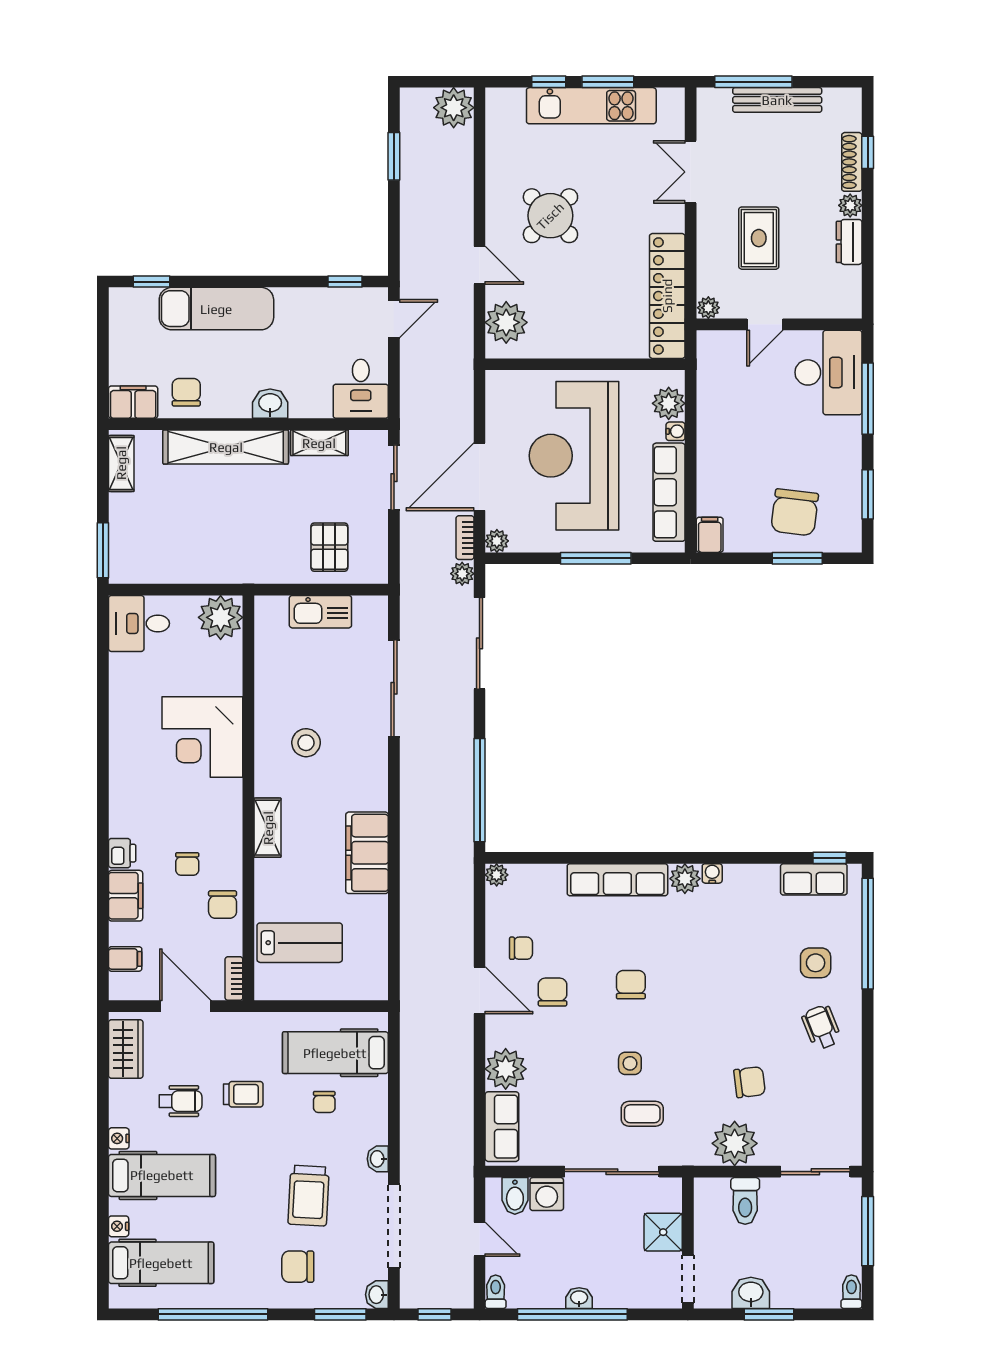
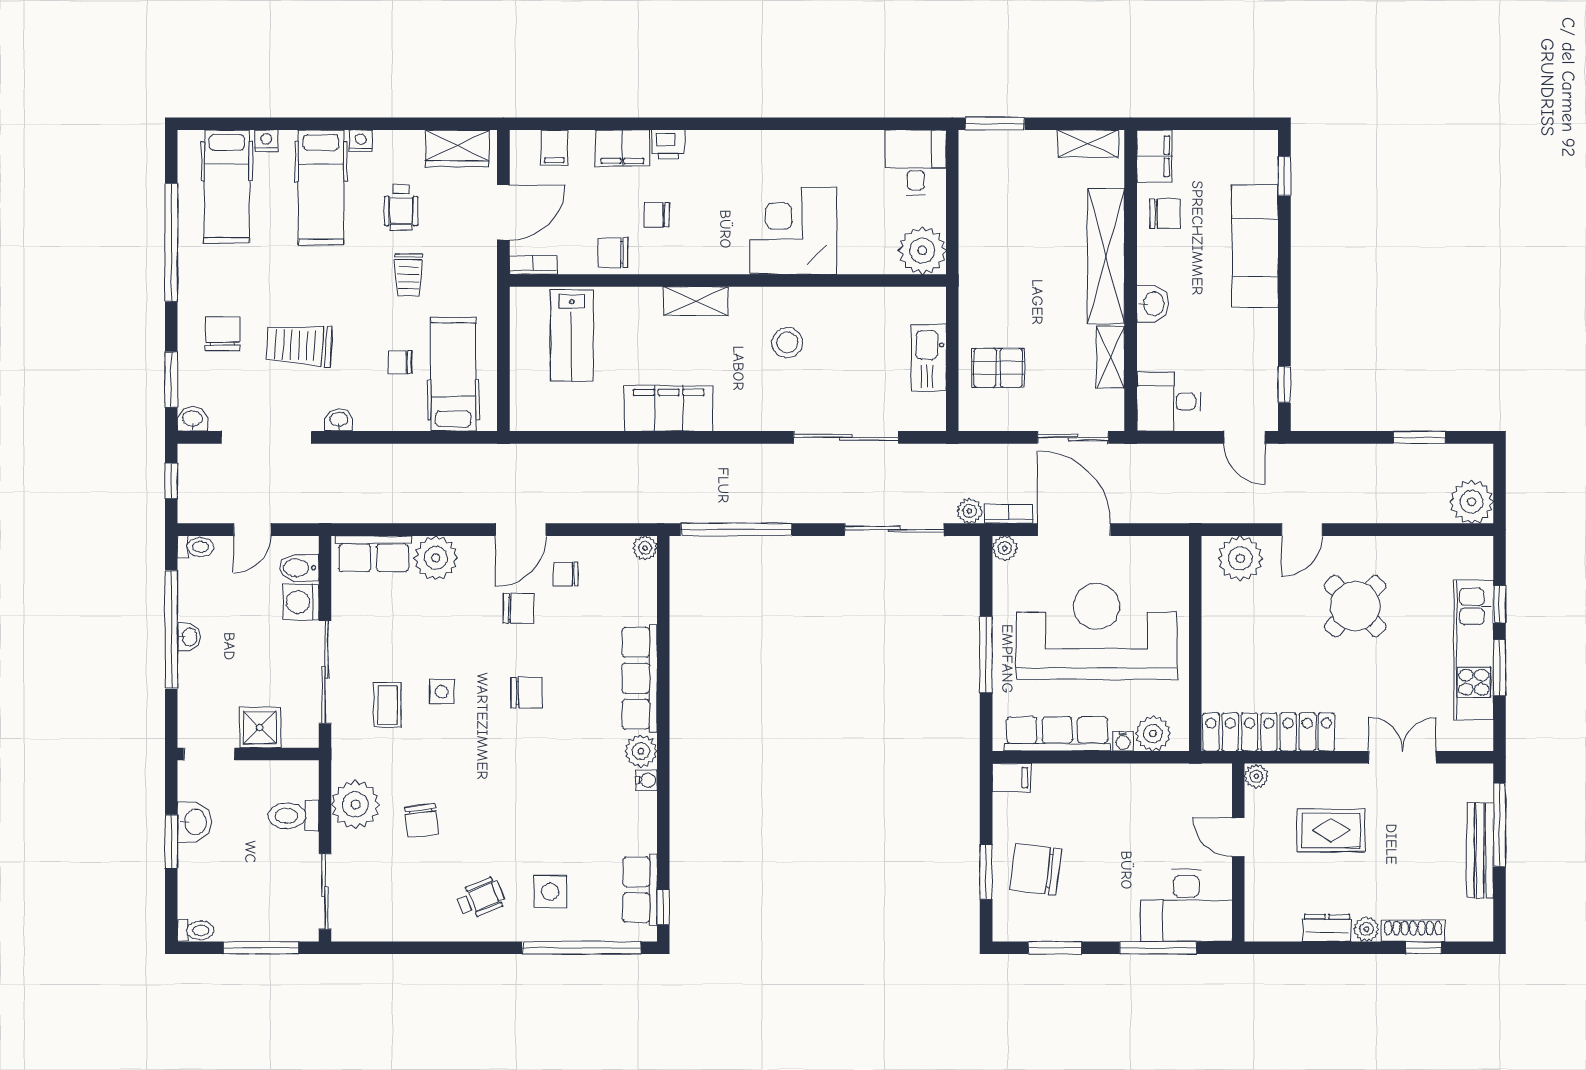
chair: (521, 948) -> (566, 574), turned 90

